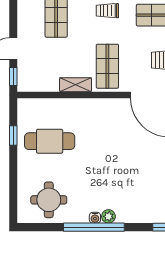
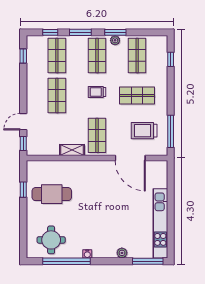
plant: (108, 216) -> (122, 253), moved
window: (94, 227) -> (66, 261), moved

